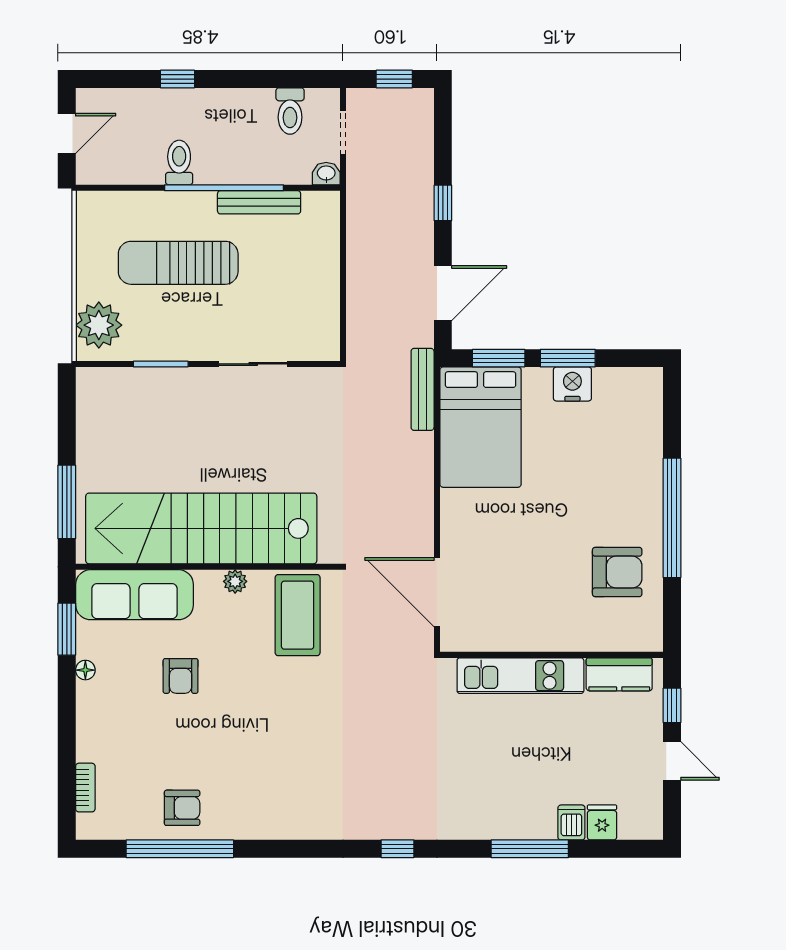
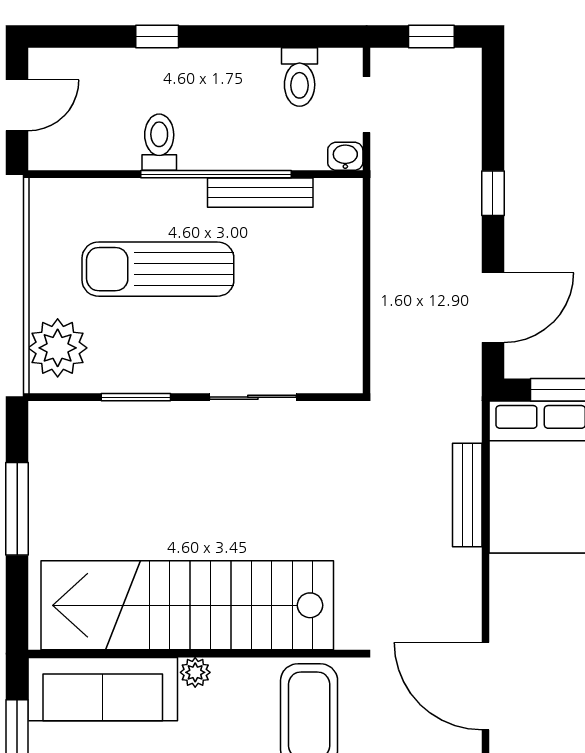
bench: (423, 389) -> (467, 495), moved
window: (67, 502) -> (17, 509), moved
plant: (235, 581) -> (195, 672), moved

